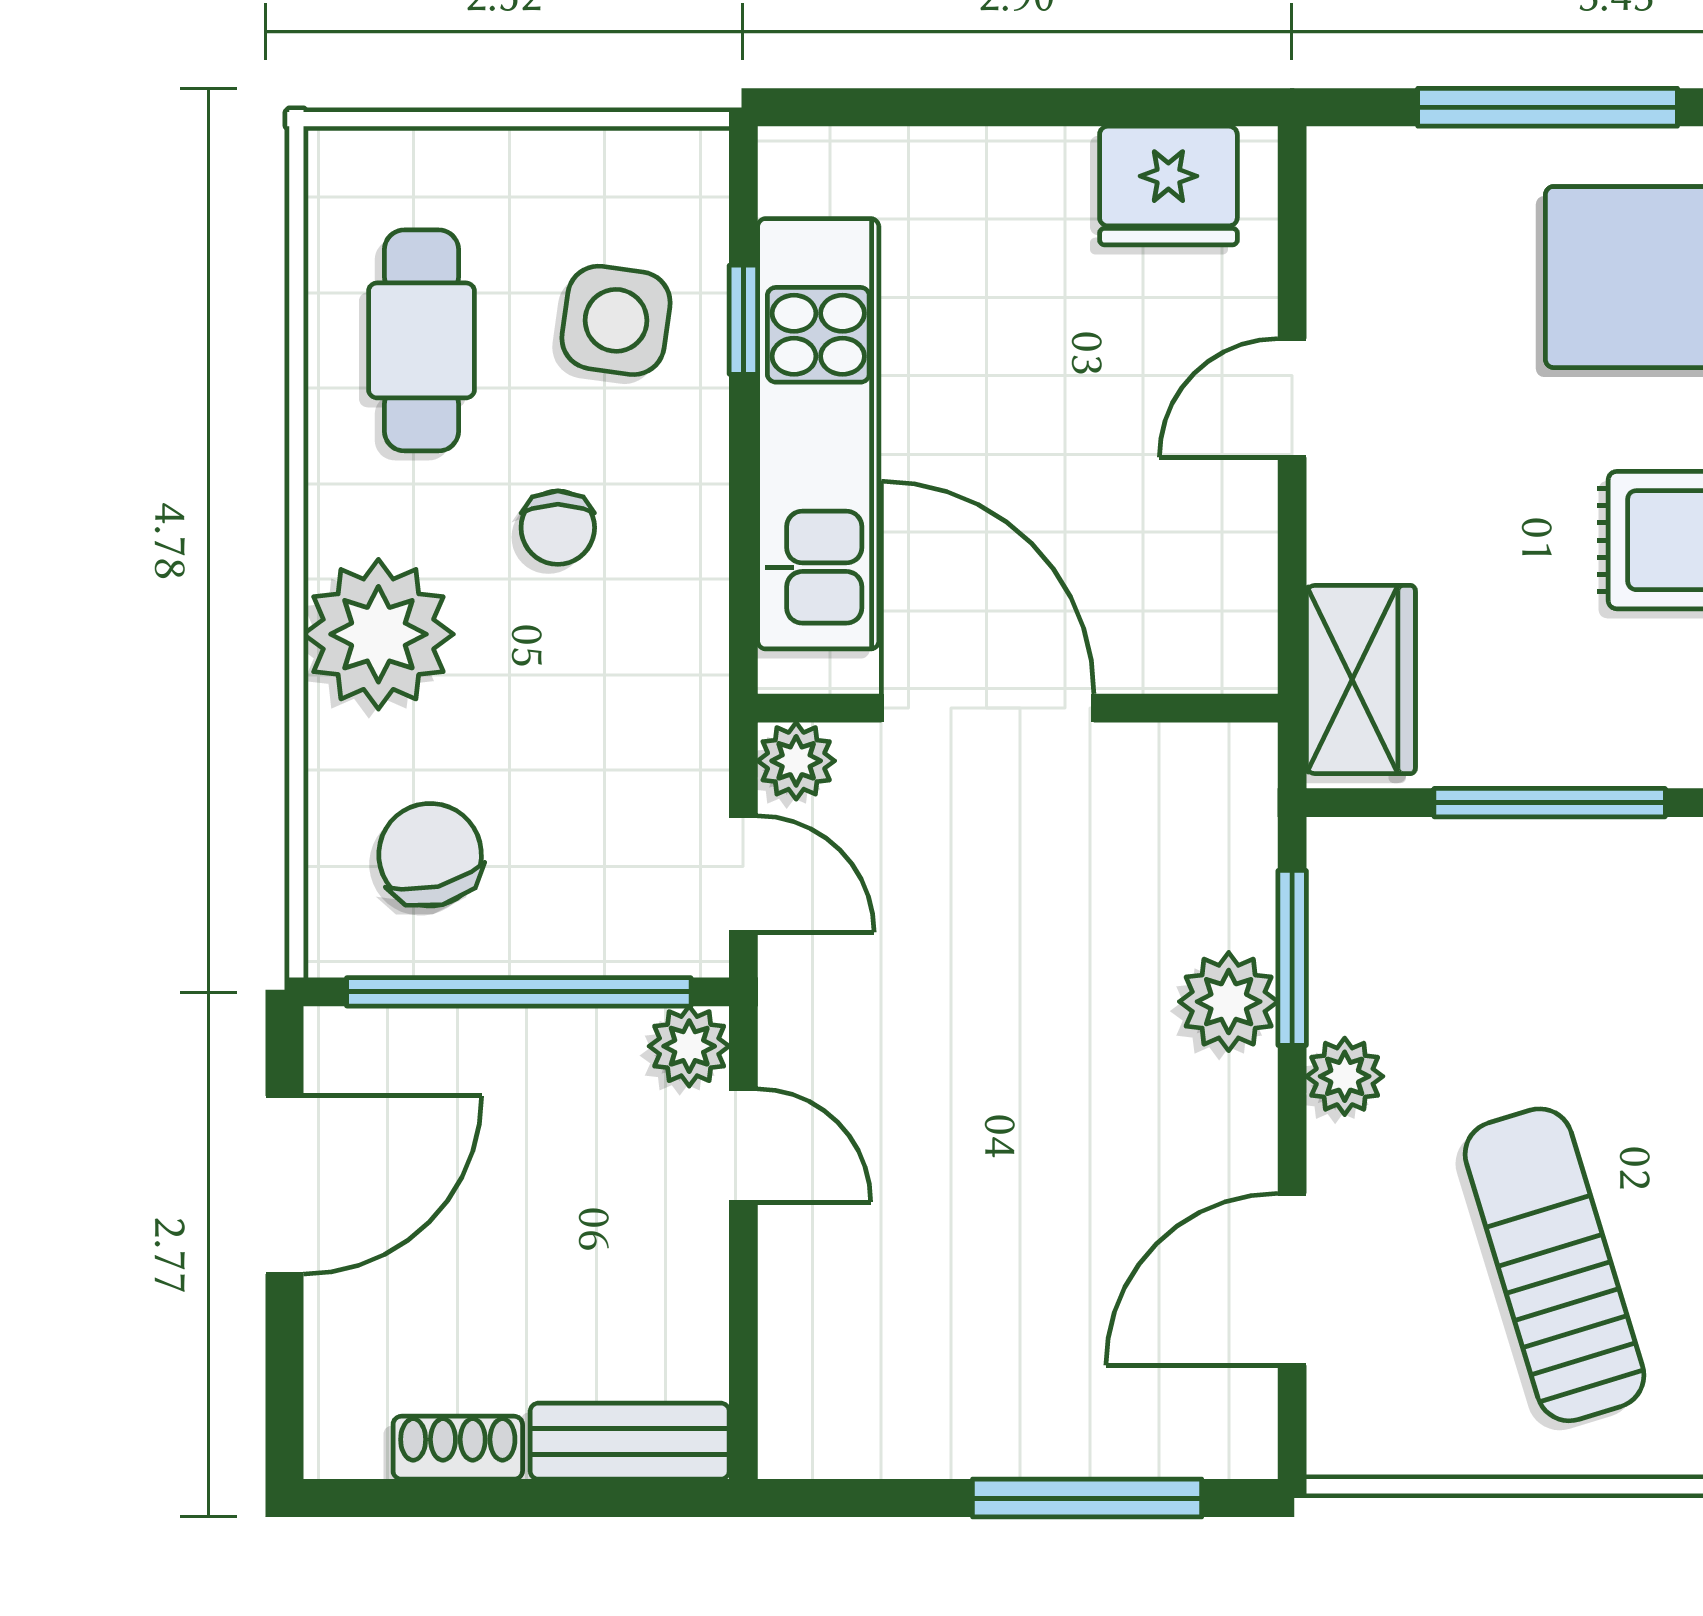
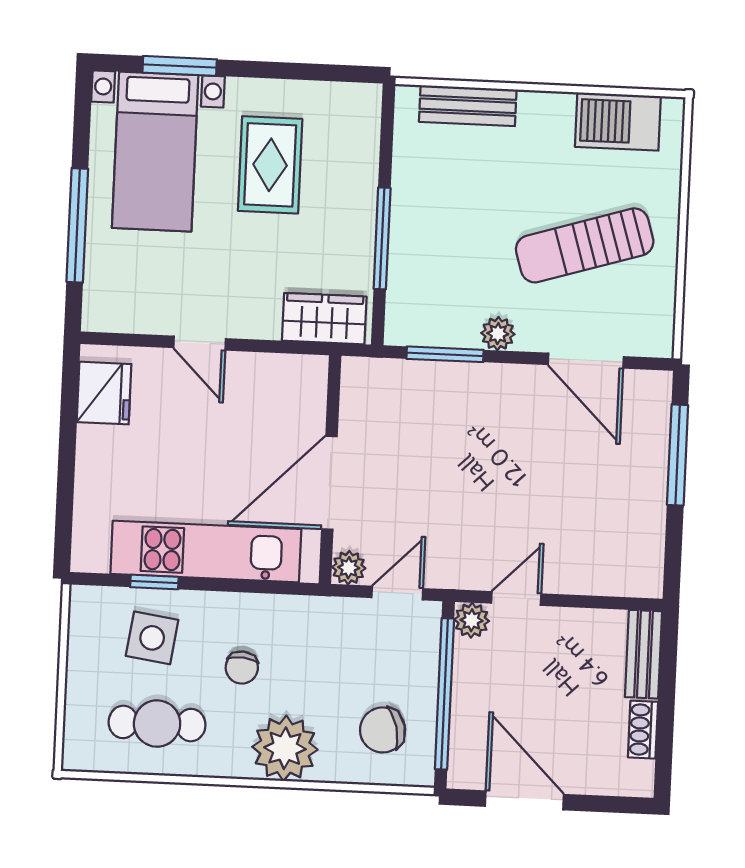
chair: (558, 528) -> (242, 668), turned 95
plant: (1229, 1002) -> (463, 383), removed

